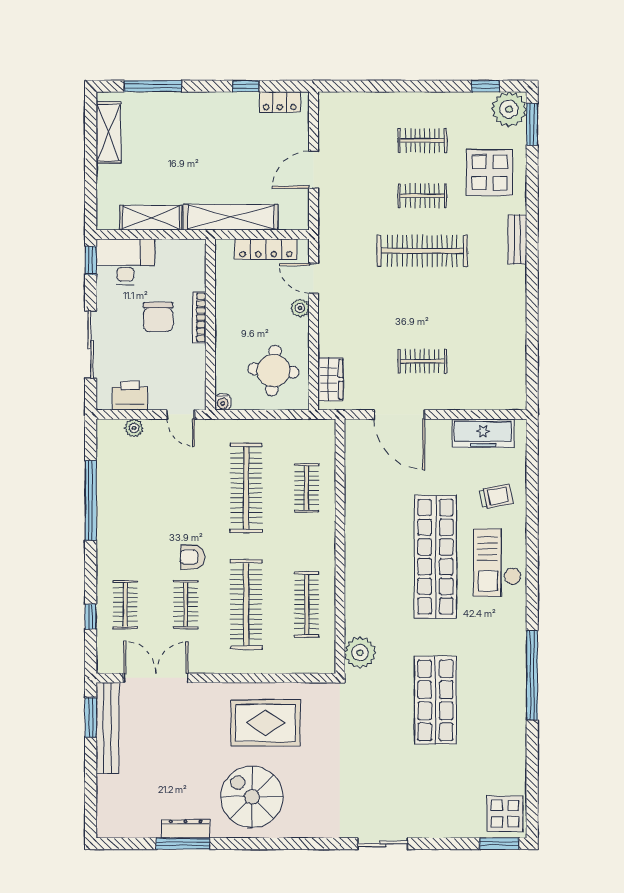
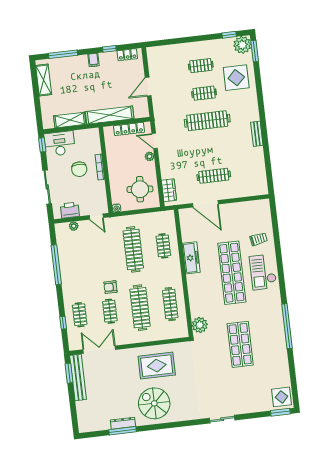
filing cabinet: (212, 104) -> (93, 60), added
bench: (517, 239) -> (257, 134), moved
clothes rail: (422, 361) -> (214, 176), width x1.36
freezer: (483, 433) -> (191, 258), moved, turned -90

